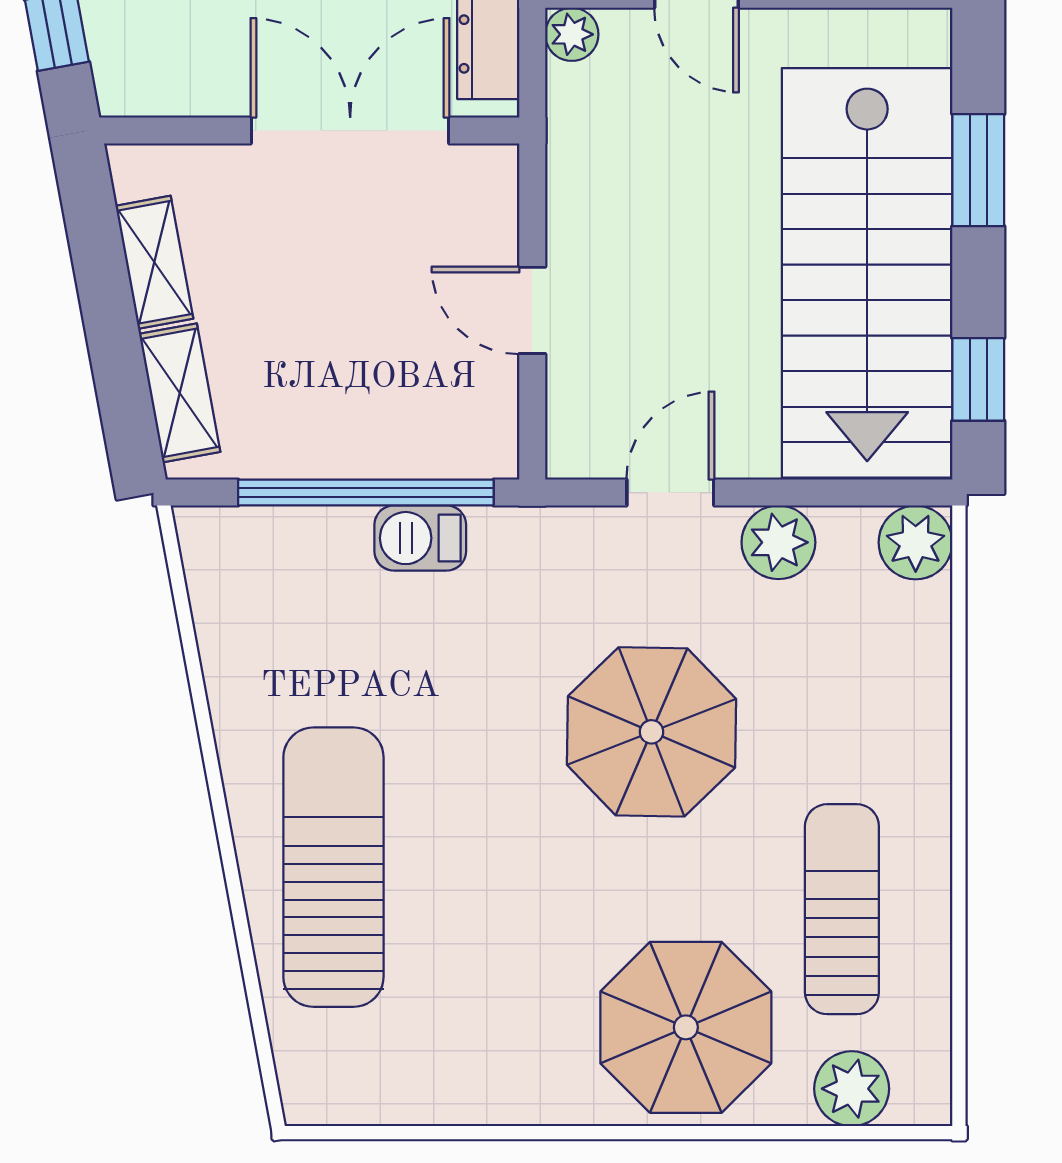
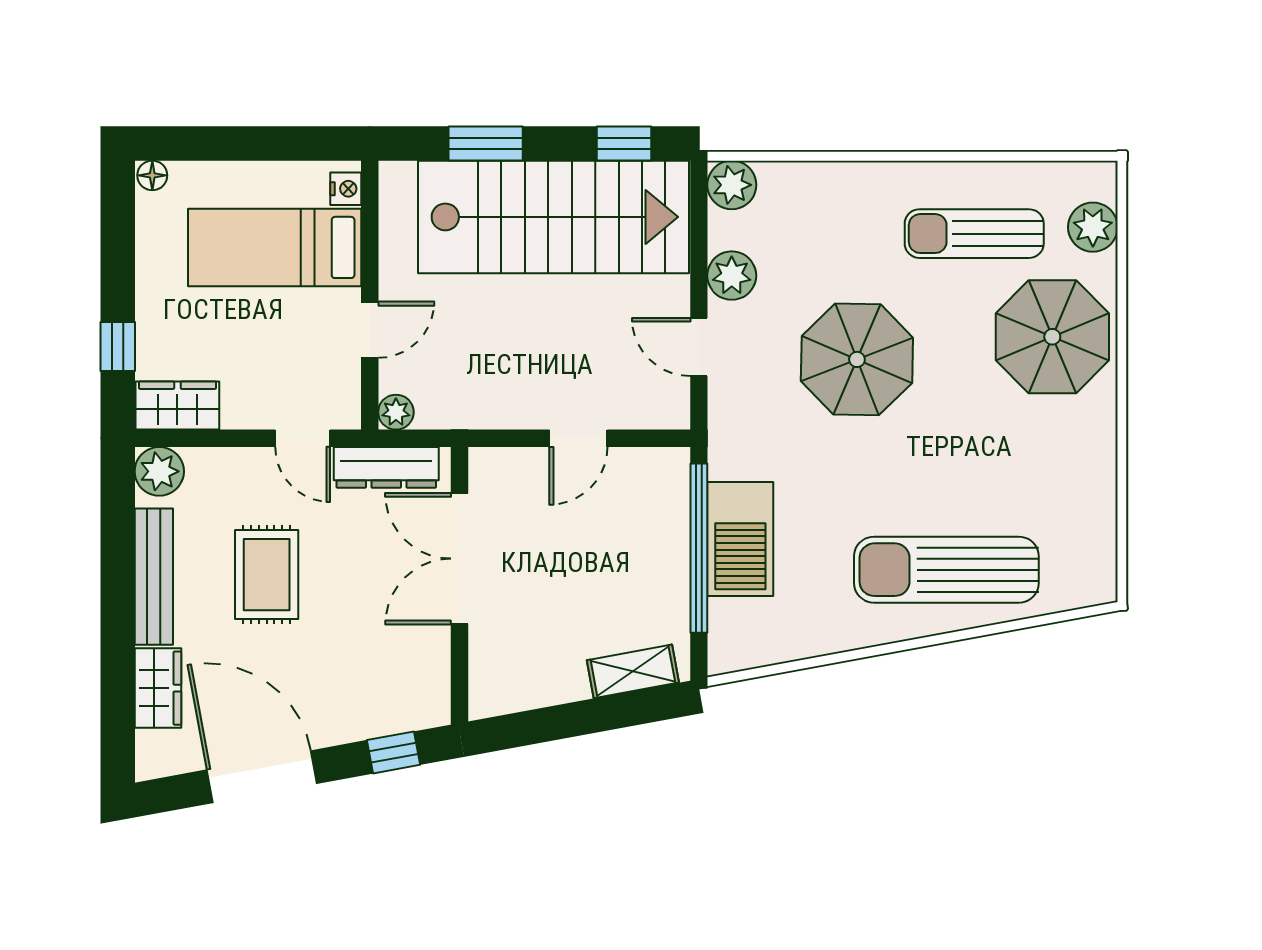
shelving: (154, 262) -> (547, 688), removed
barbecue: (420, 538) -> (740, 539), width x1.88, depth x1.53

